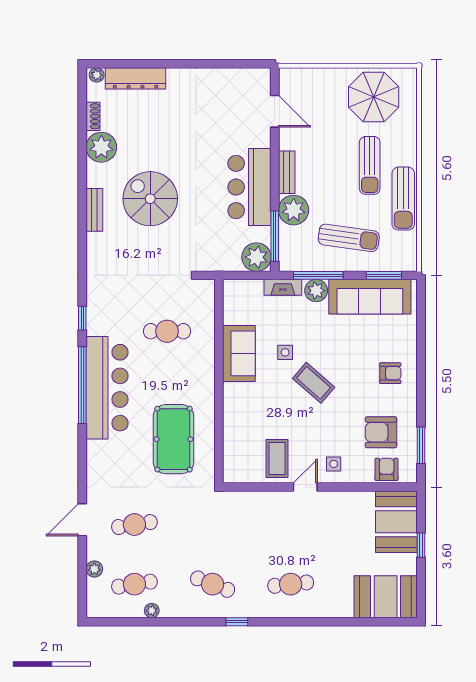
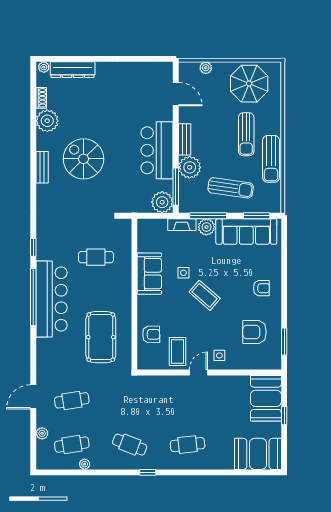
plant: (315, 76) -> (206, 68), added
armchair: (387, 469) -> (151, 334), moved, turned 89

